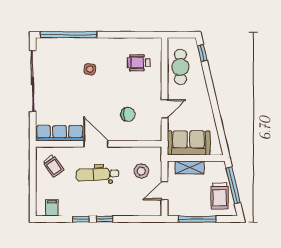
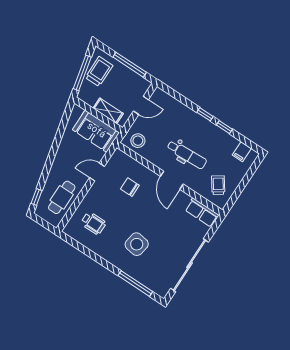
window: (69, 35) -> (135, 284), width x0.68
side table: (90, 69) -> (137, 244), width x1.87, depth x1.87
row of seats: (60, 133) -> (202, 212), width x0.68
stool: (141, 171) -> (138, 141), moved

